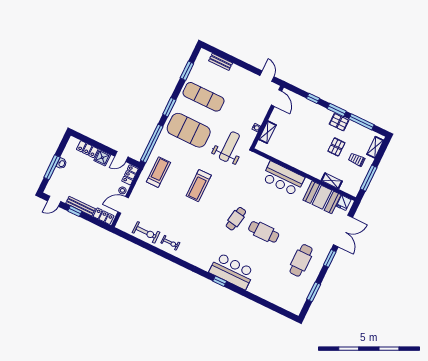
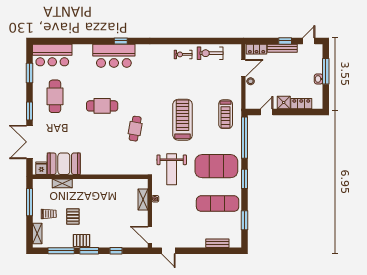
locker: (130, 175) -> (251, 99), removed
bar counter: (283, 179) -> (52, 55), moved, turned 180
treadmill: (199, 186) -> (183, 120), width x1.37, depth x1.38
cafe table: (236, 219) -> (135, 129), moved

